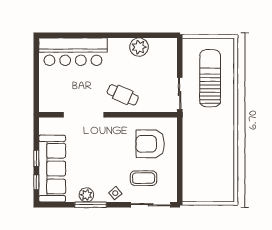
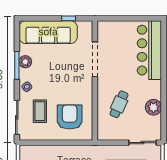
sliding door: (180, 93) -> (142, 143), moved
cafe table: (123, 95) -> (119, 104), moved
window: (36, 158) -> (69, 18), moved
window: (36, 182) -> (36, 18), removed

